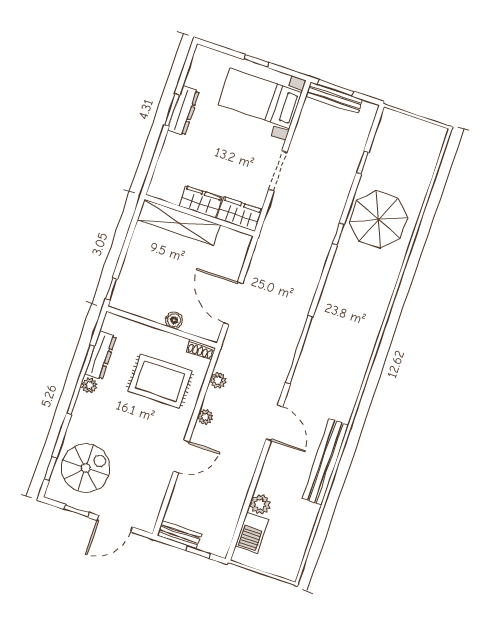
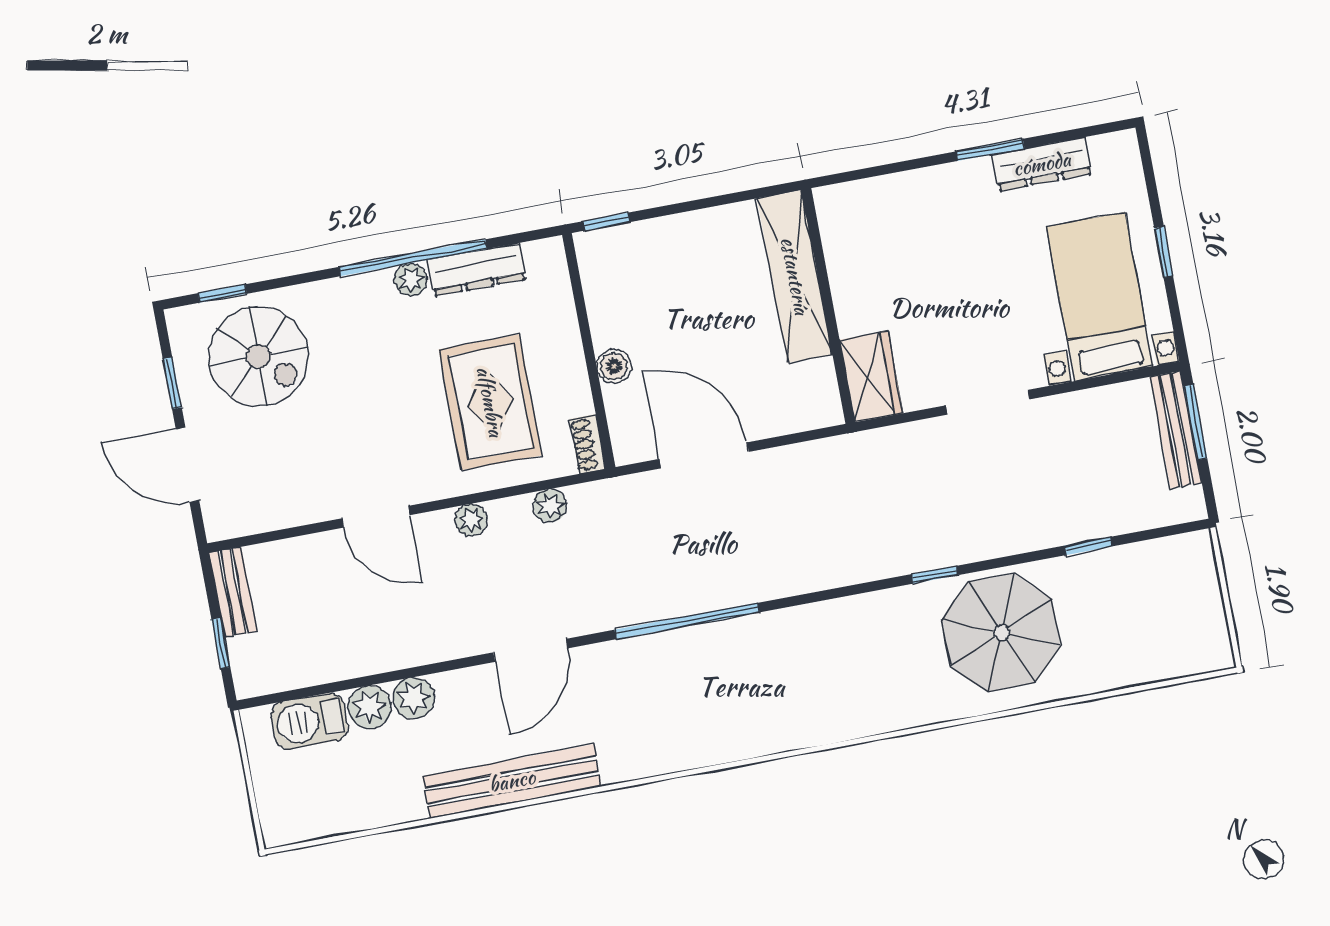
dresser: (184, 111) -> (1042, 164), moved
wardrobe: (201, 202) -> (854, 294), removed
door: (233, 303) -> (704, 455), hinge flipped
plant: (267, 483) -> (414, 698), added

